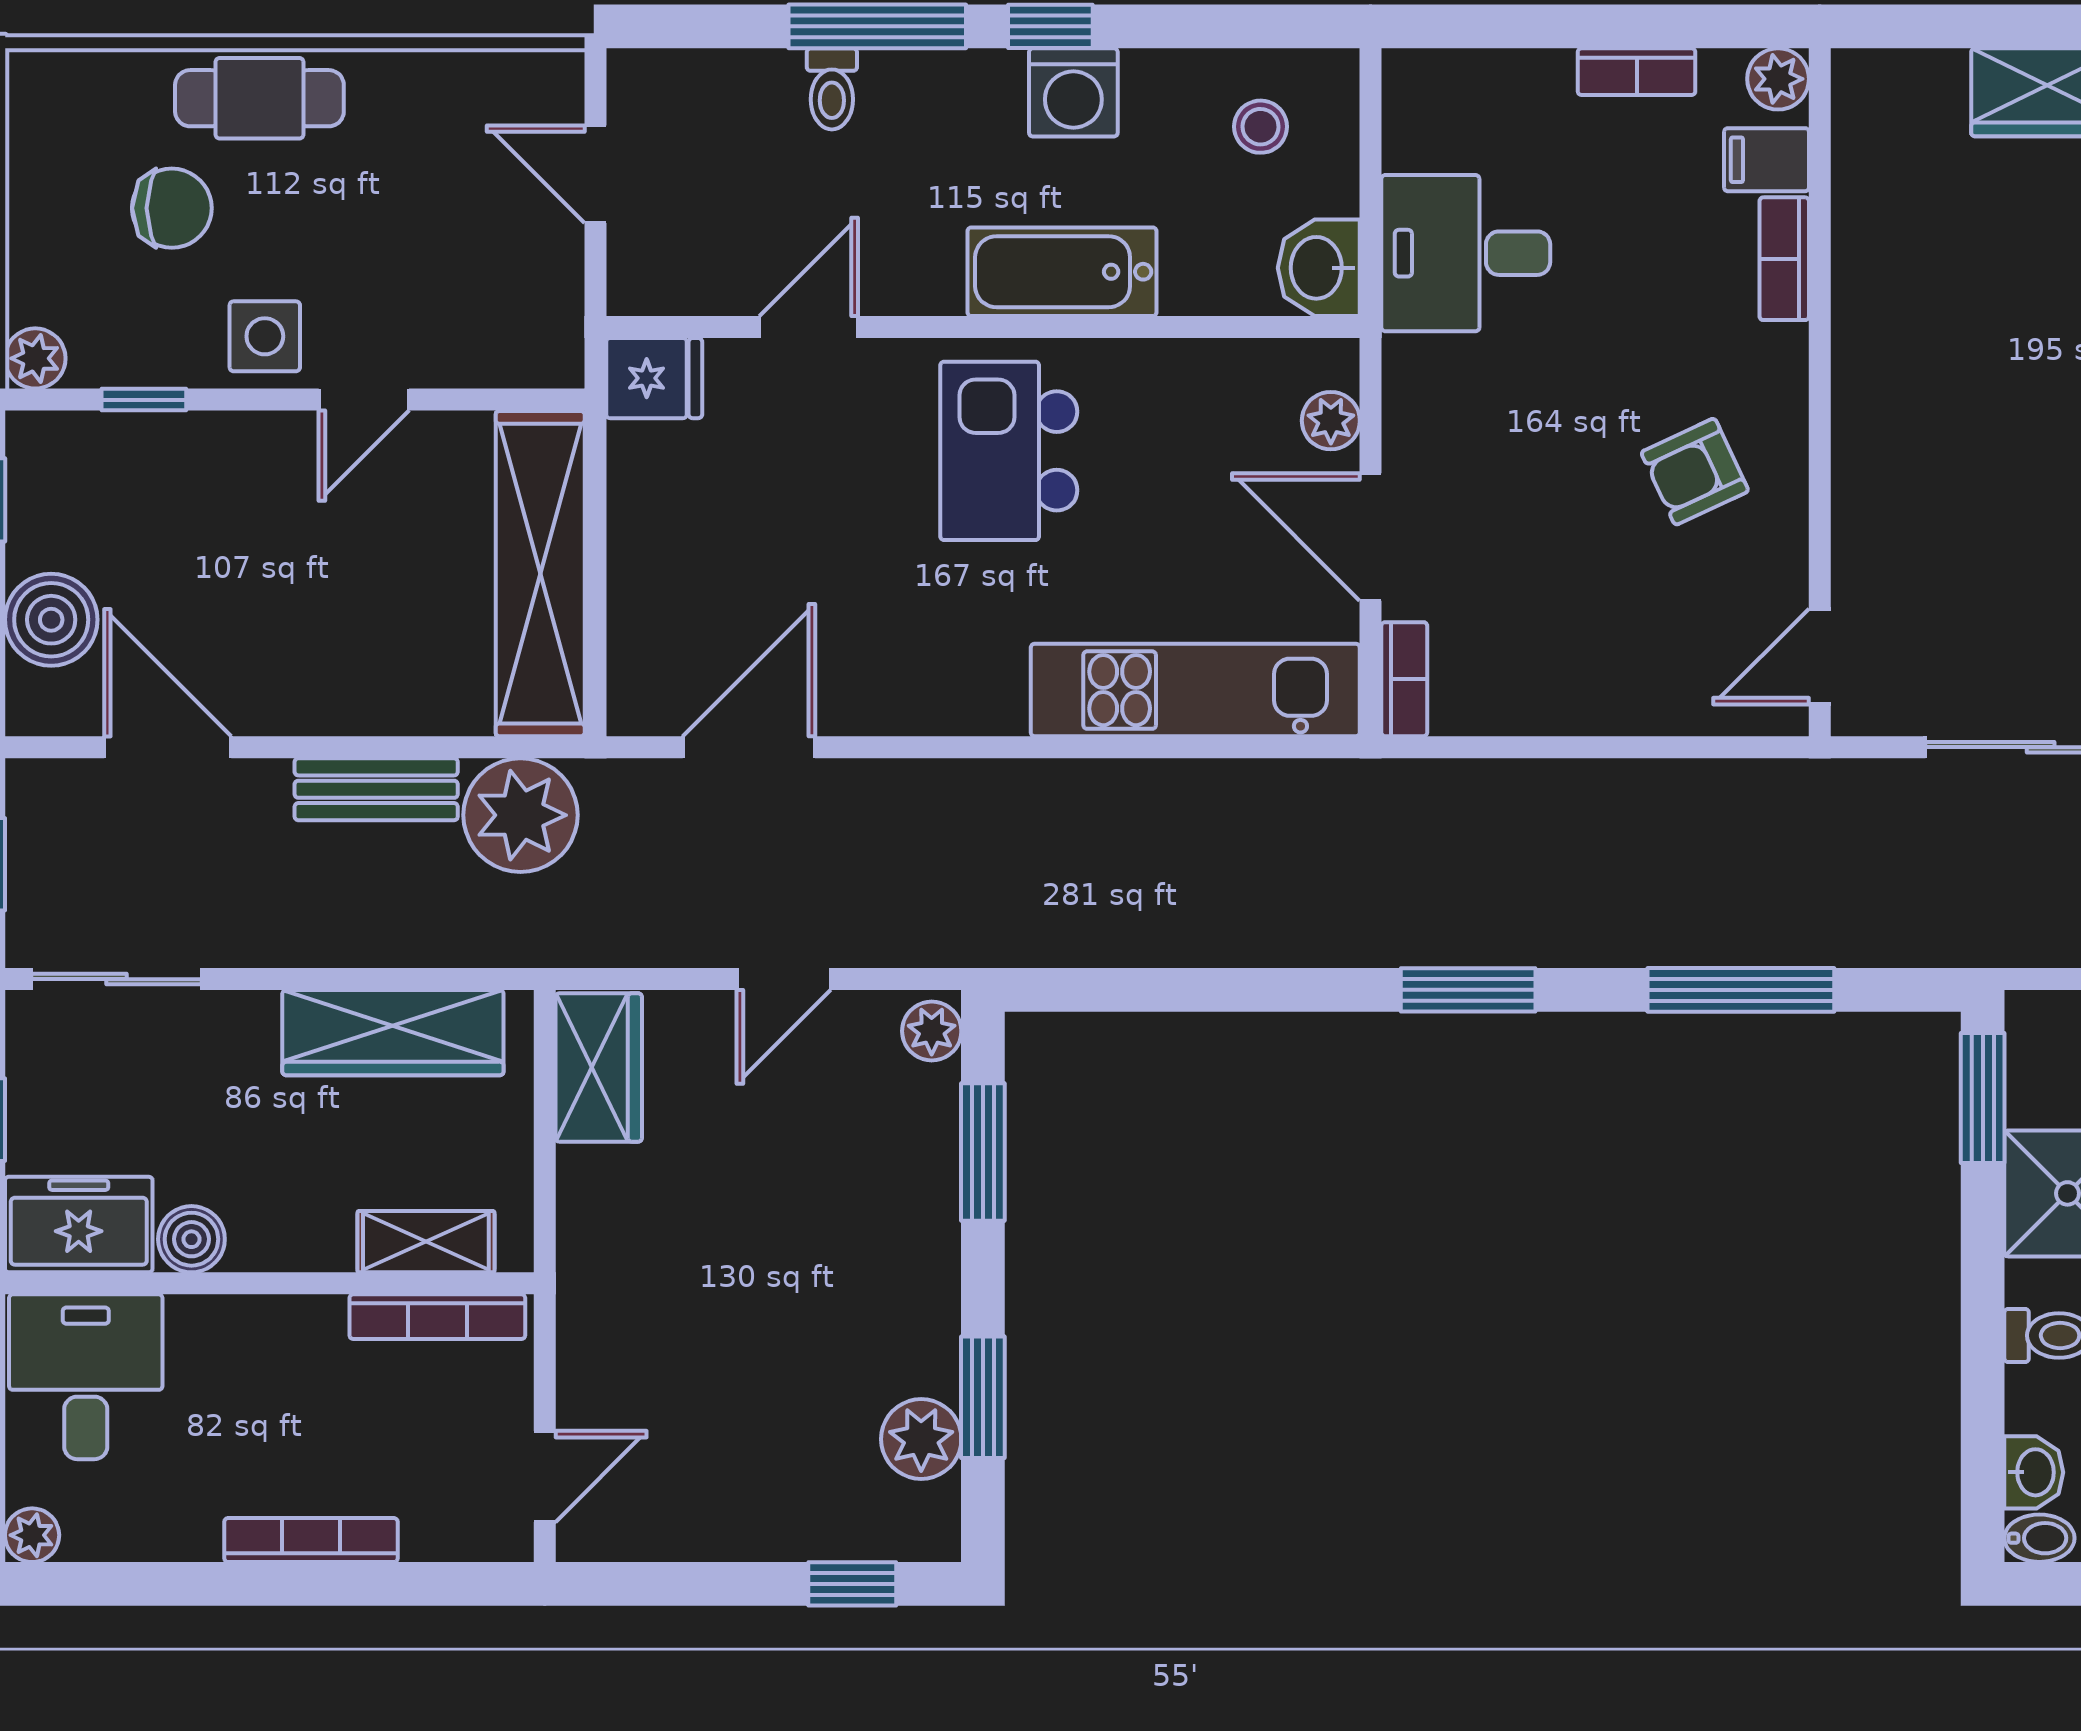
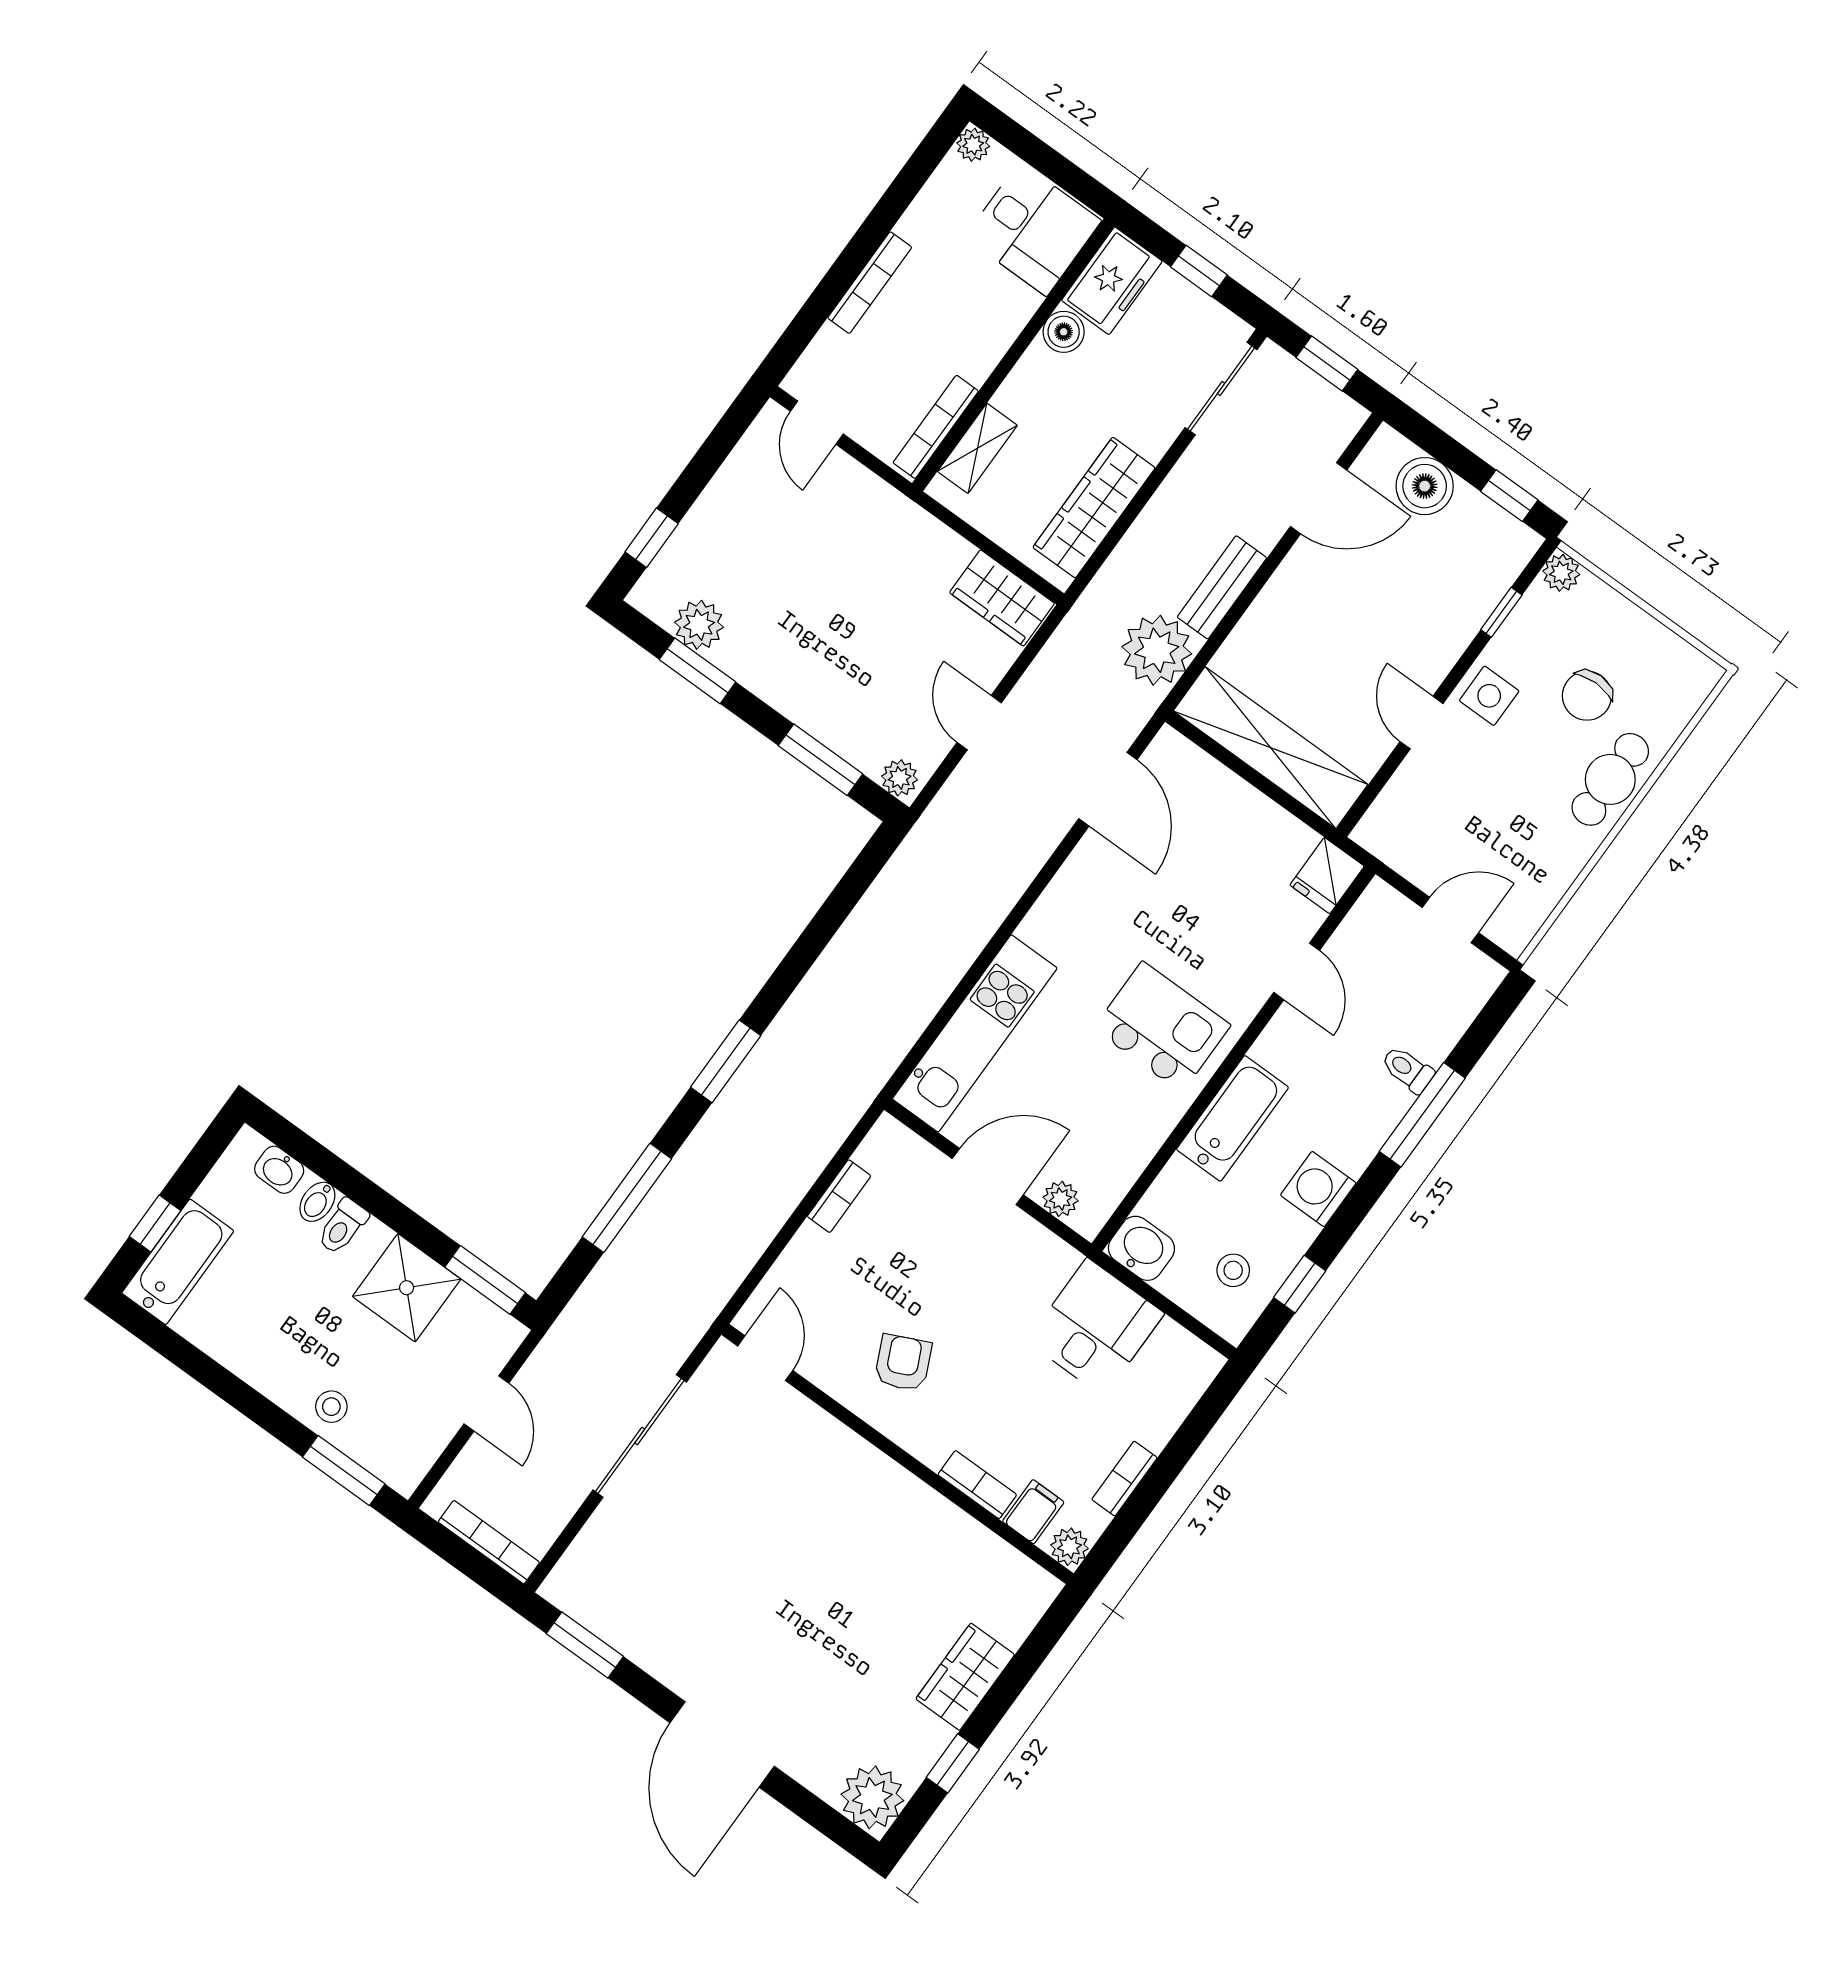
window: (1050, 26) -> (1300, 1284), moved
bookcase: (1404, 679) -> (839, 1196), moved, turned -90
bidet: (2039, 1538) -> (317, 1202), moved

